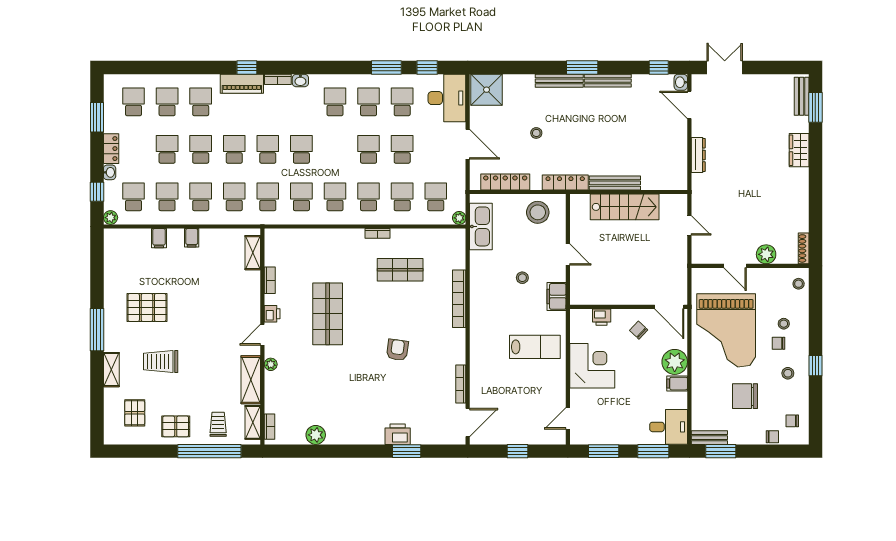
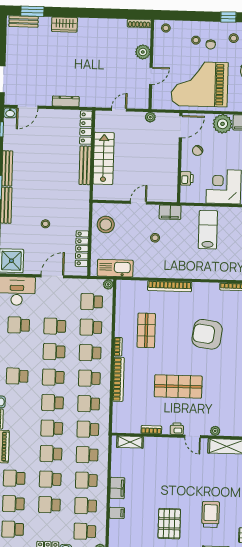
school desk: (369, 102) -> (53, 377), moved
locker: (565, 182) -> (86, 128), moved
bookcase: (335, 235) -> (118, 379), added
filing cabinet: (192, 238) -> (117, 488), width x2.00
plant: (681, 267) -> (150, 117), added
grand piano: (726, 330) -> (200, 84), turned 180
armchair: (397, 350) -> (207, 334), width x1.88, depth x1.88
trolley: (161, 362) -> (211, 514), turned 180

